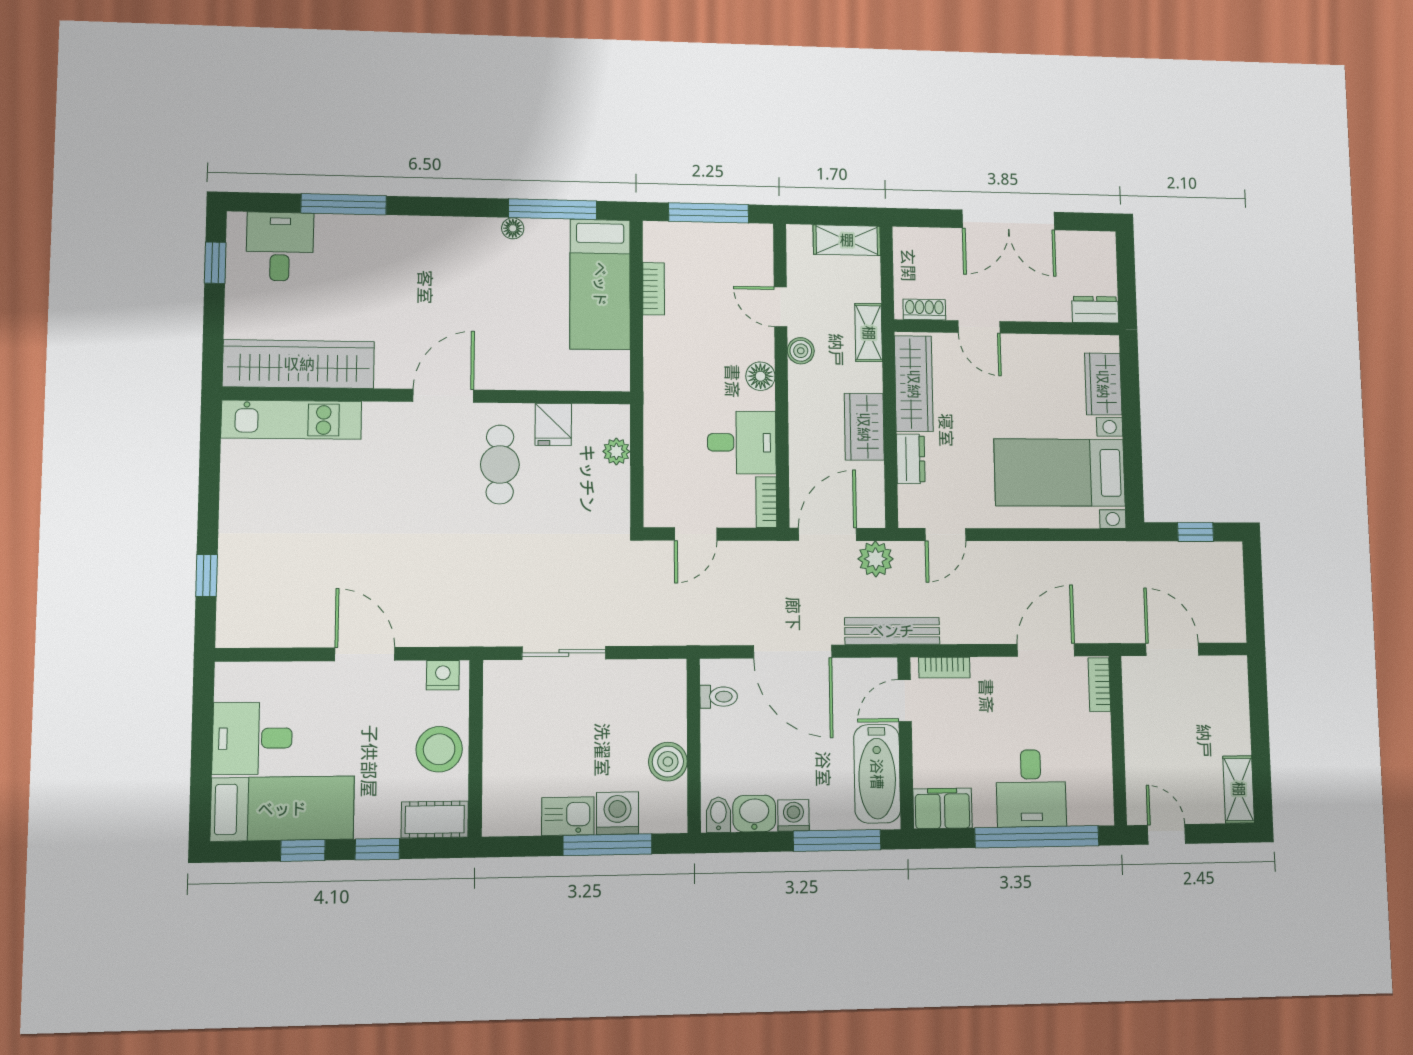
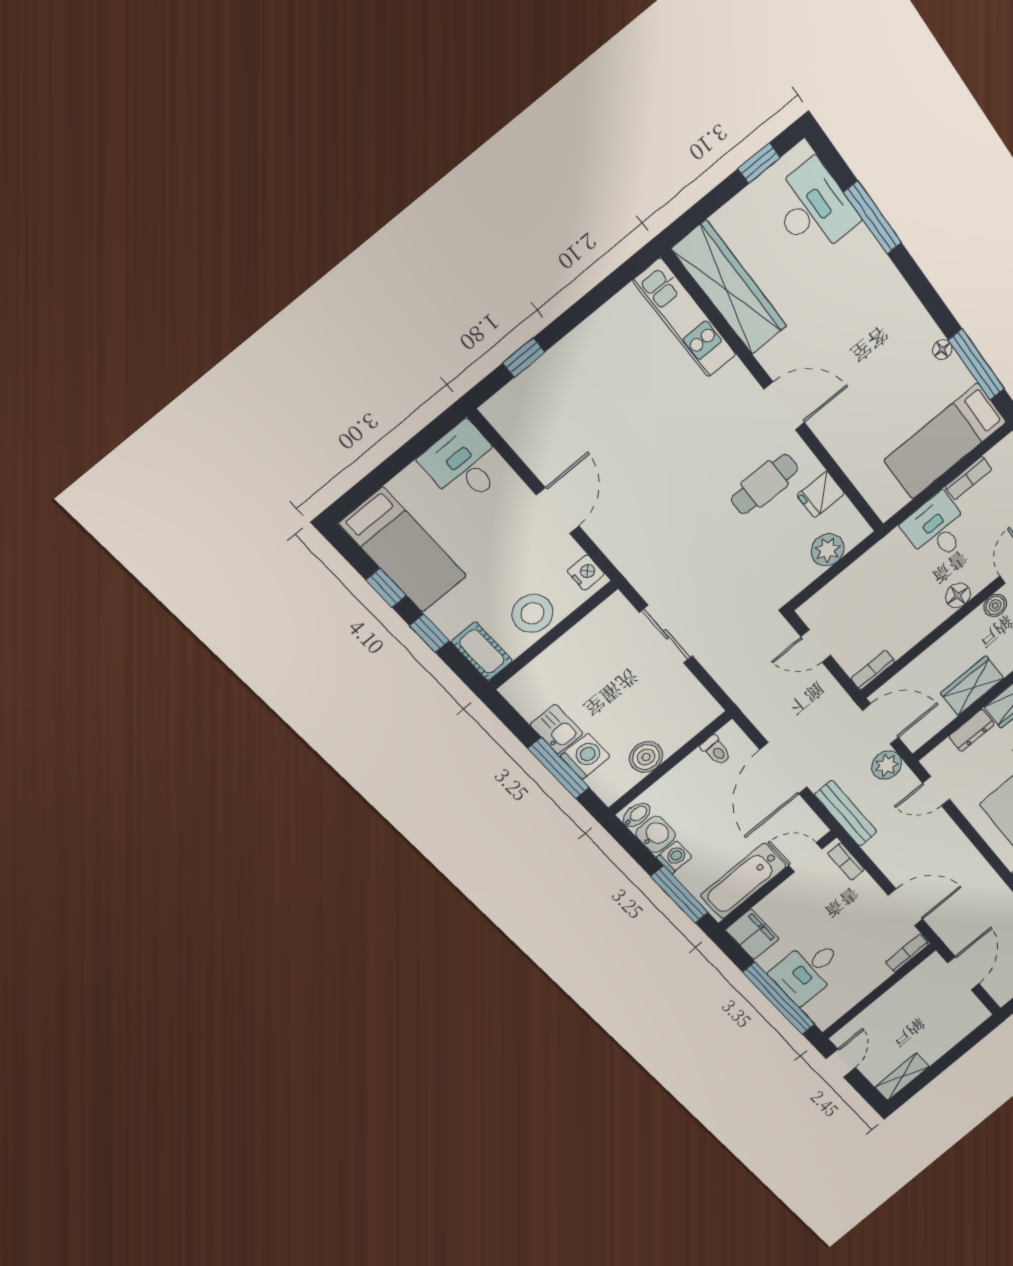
desk: (280, 247) -> (813, 208), width x1.37
desk: (742, 442) -> (937, 528), moved, turned 180
plant: (616, 451) -> (828, 550), width x1.38, depth x1.38
desk: (252, 738) -> (464, 464), moved

